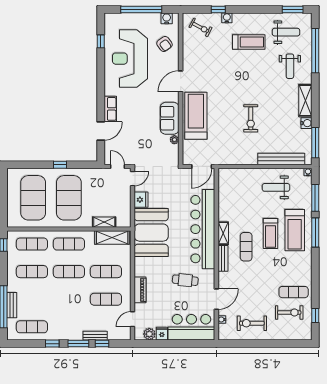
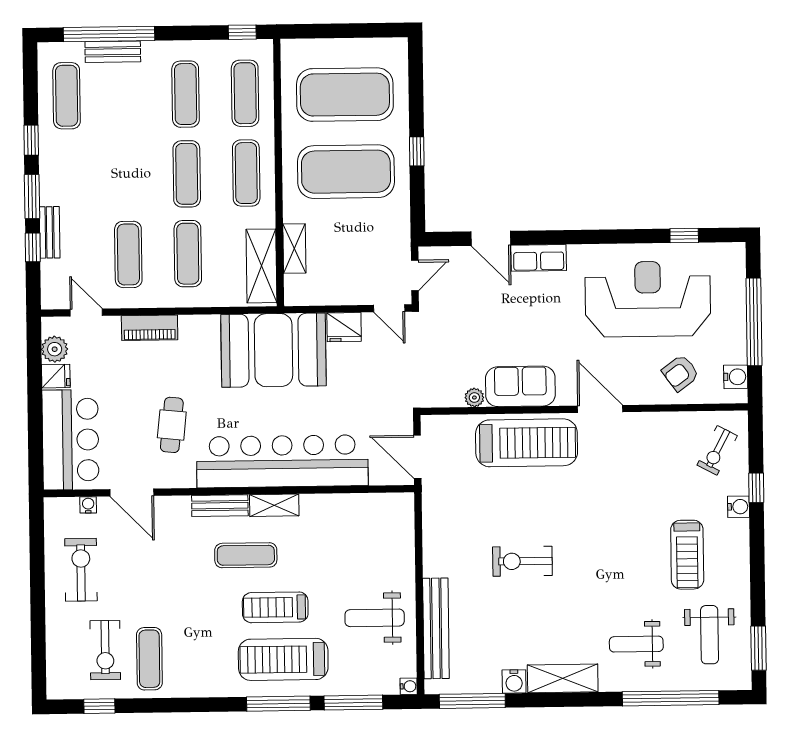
weight bench: (276, 187) -> (375, 618), turned -90

